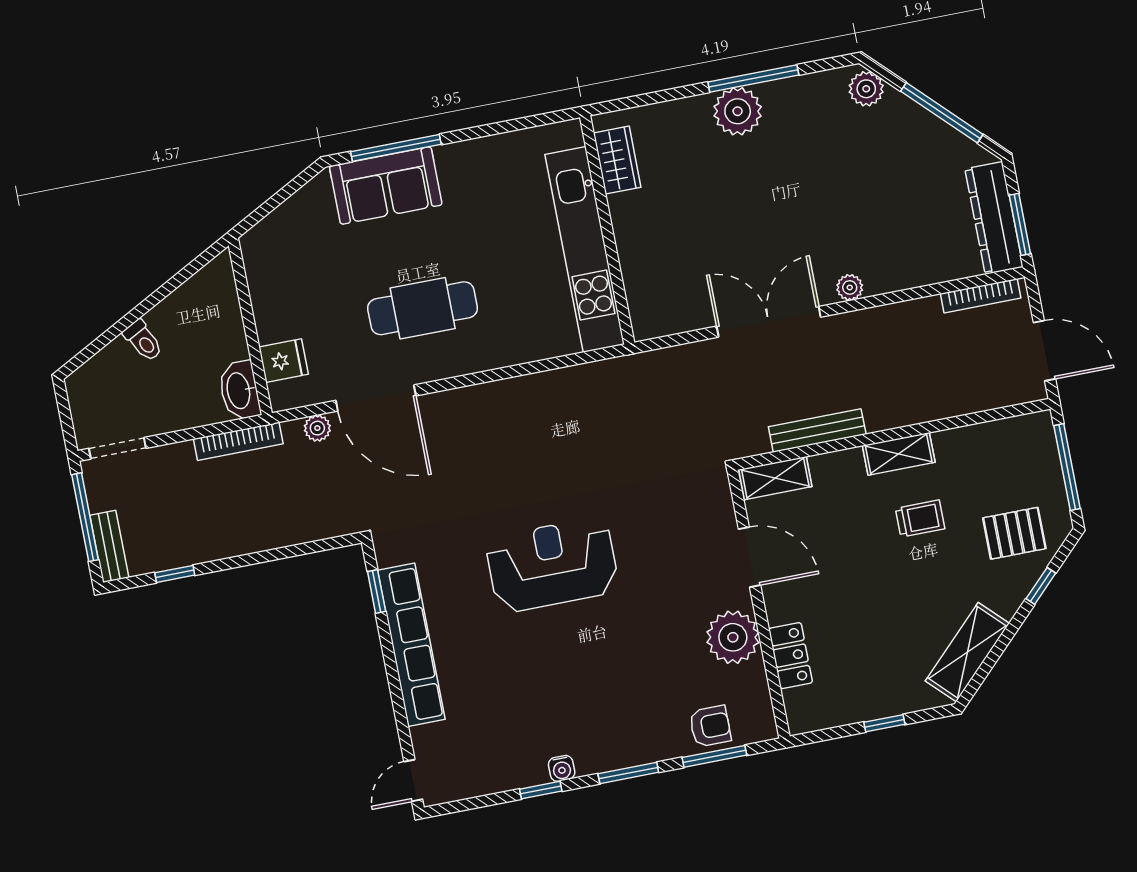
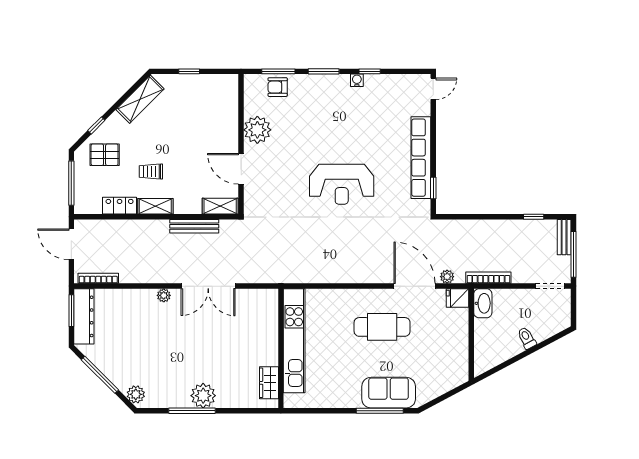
fridge: (284, 361) -> (458, 298), moved
locker: (791, 656) -> (120, 206), moved, turned 90

